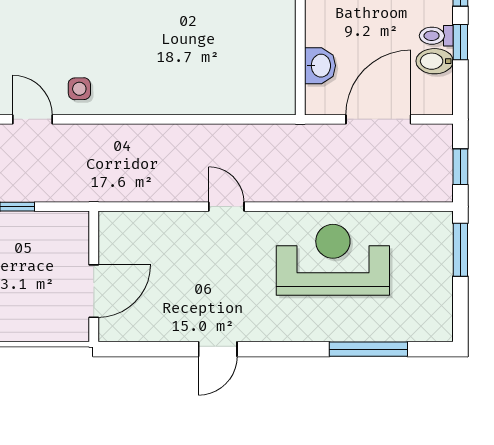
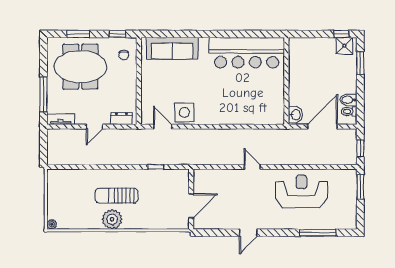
toilet: (436, 36) -> (349, 111), moved
window: (460, 42) -> (360, 91), removed
washbasin: (320, 66) -> (295, 115), moved
side table: (79, 89) -> (184, 112), width x1.87, depth x1.87

